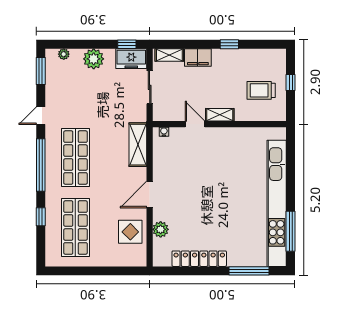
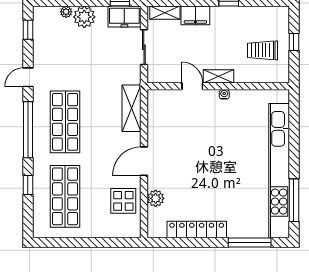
plant: (64, 54) -> (66, 12), moved
window: (41, 71) -> (28, 30), width x0.67
water cooler: (164, 132) -> (224, 94), moved

